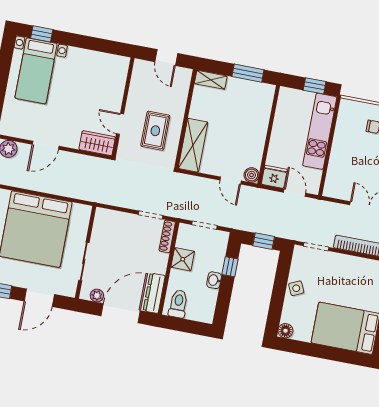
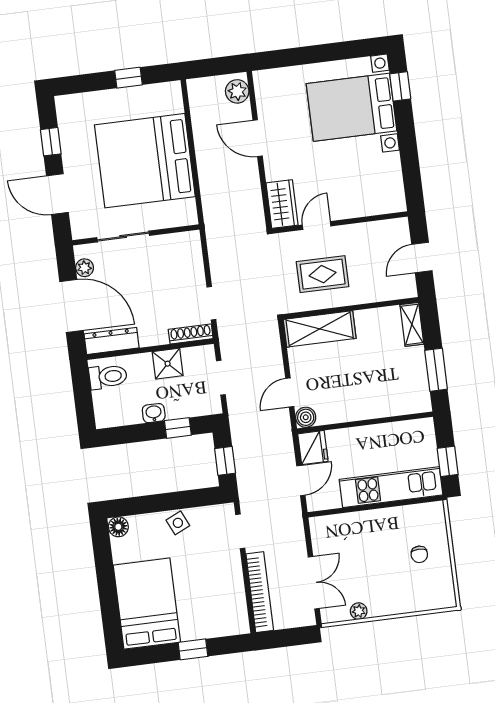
bed with nightstands: (36, 71) -> (352, 107), width x1.36

